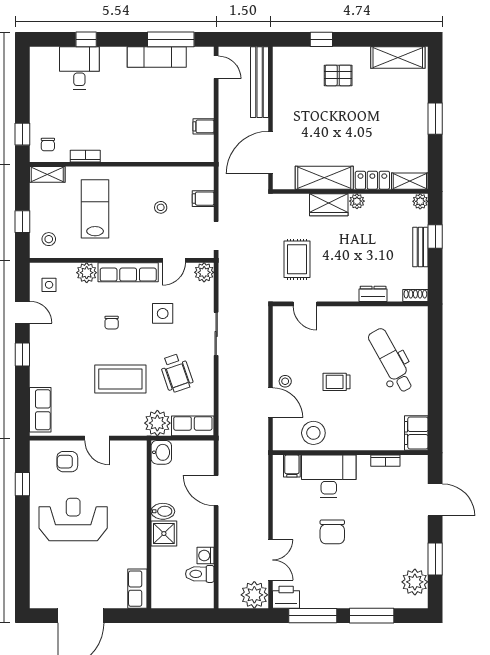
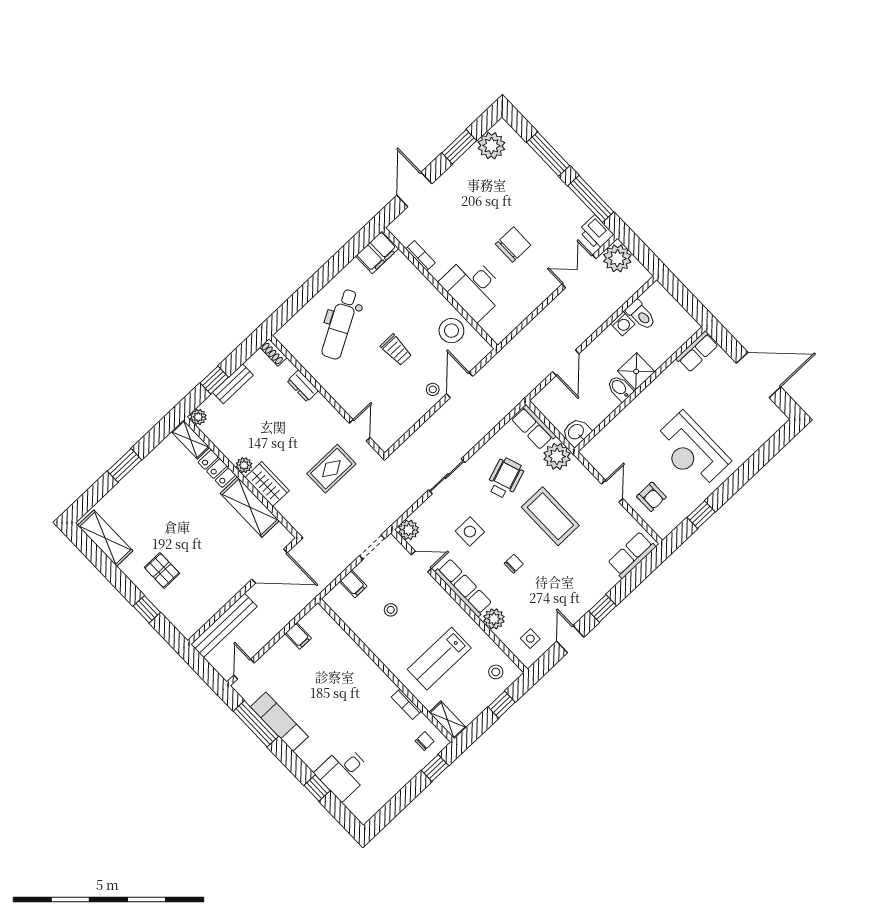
filing cabinet: (292, 466) -> (492, 323), removed

